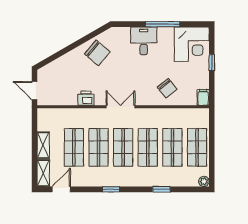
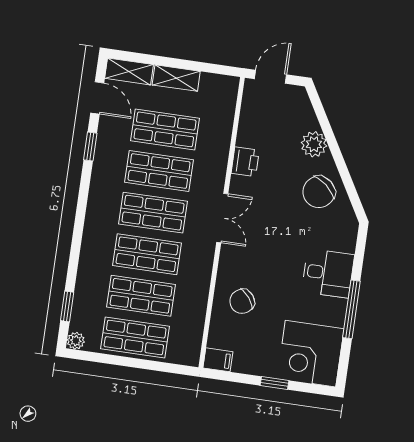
plant: (70, 60) -> (314, 144), added
window: (111, 189) -> (90, 146), moved
window: (161, 189) -> (67, 306), moved

